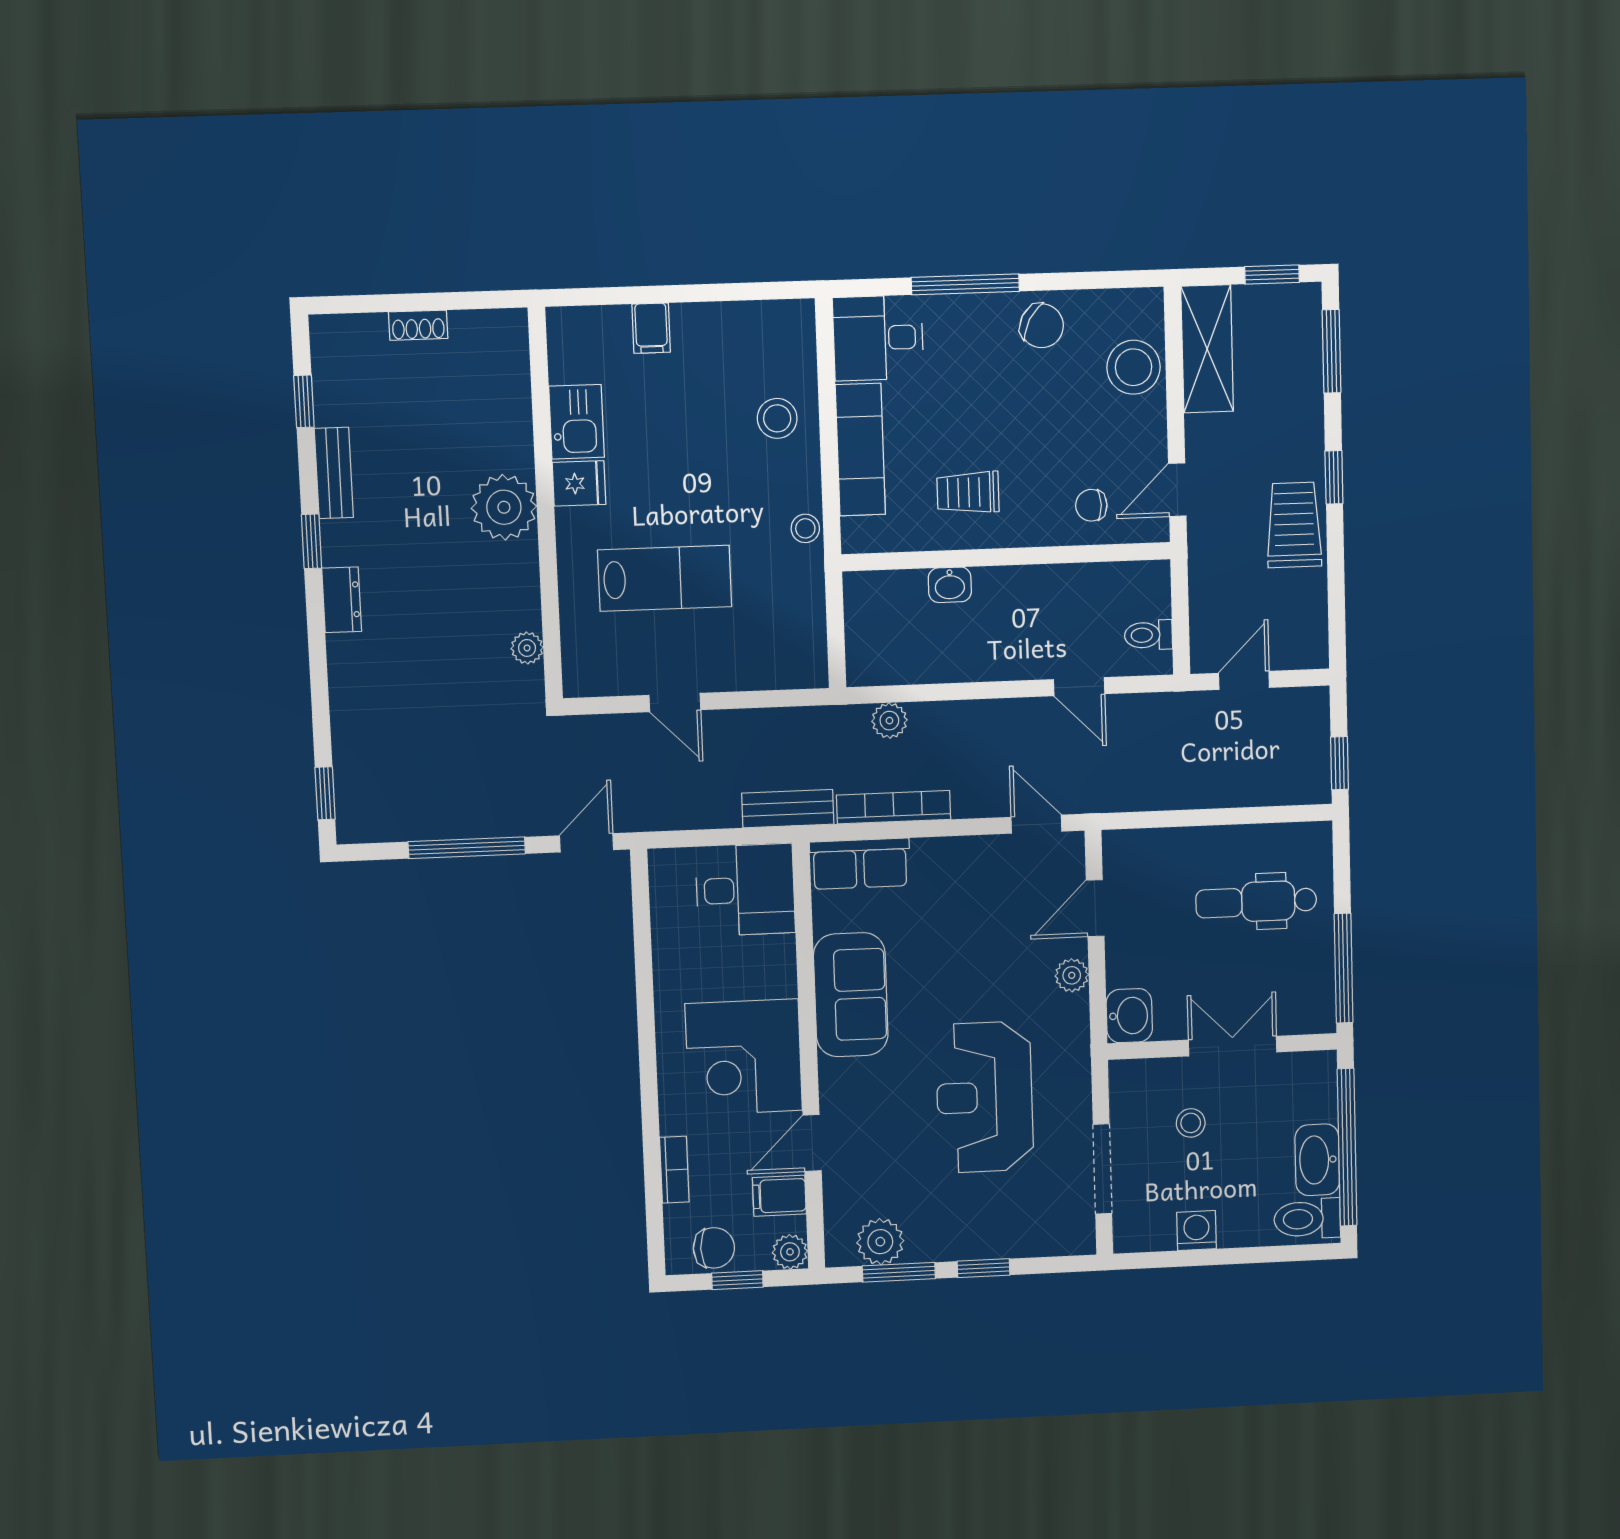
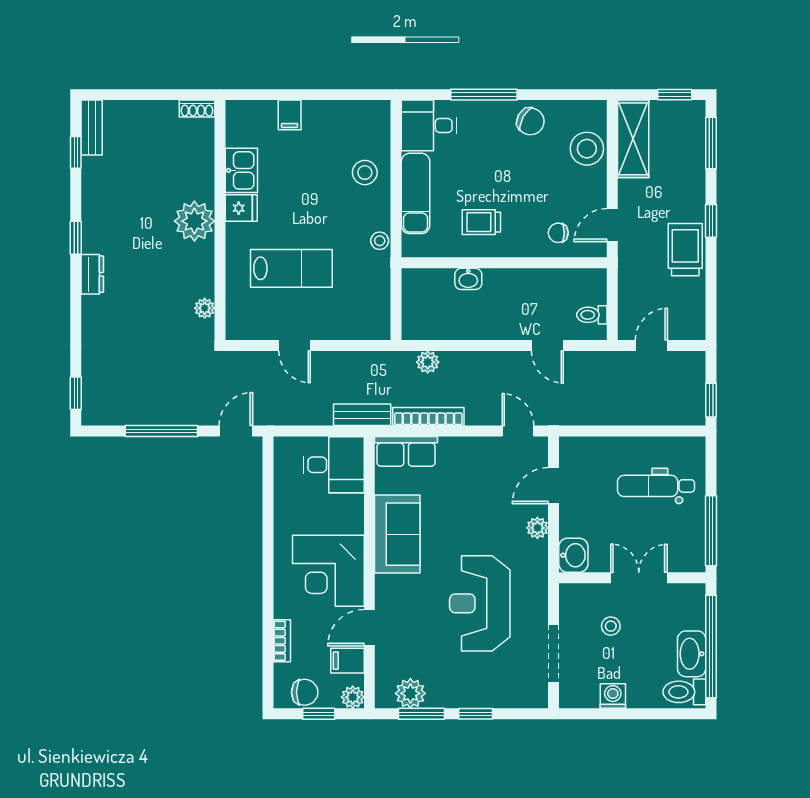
shoe rack: (418, 325) -> (197, 109), moved
bench: (334, 473) -> (92, 128), moved

